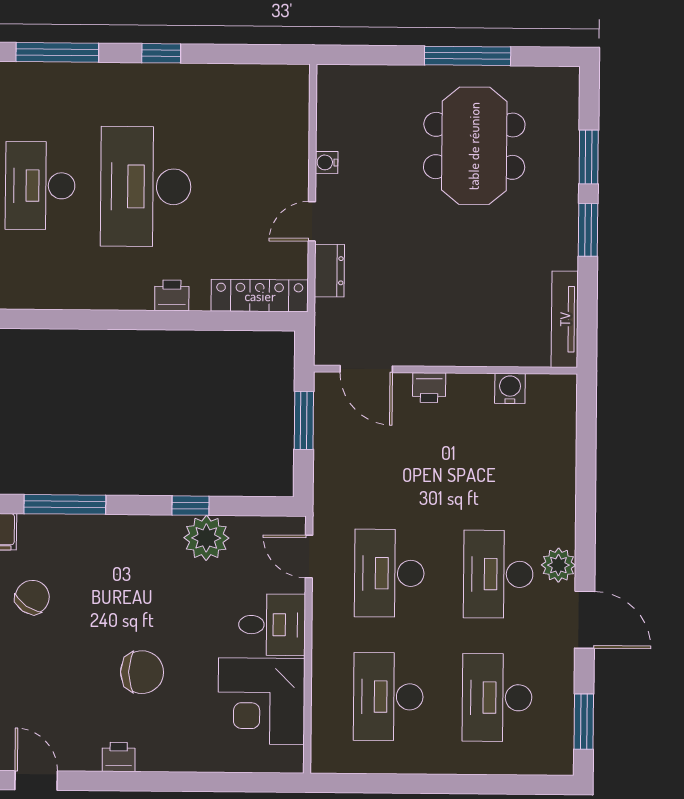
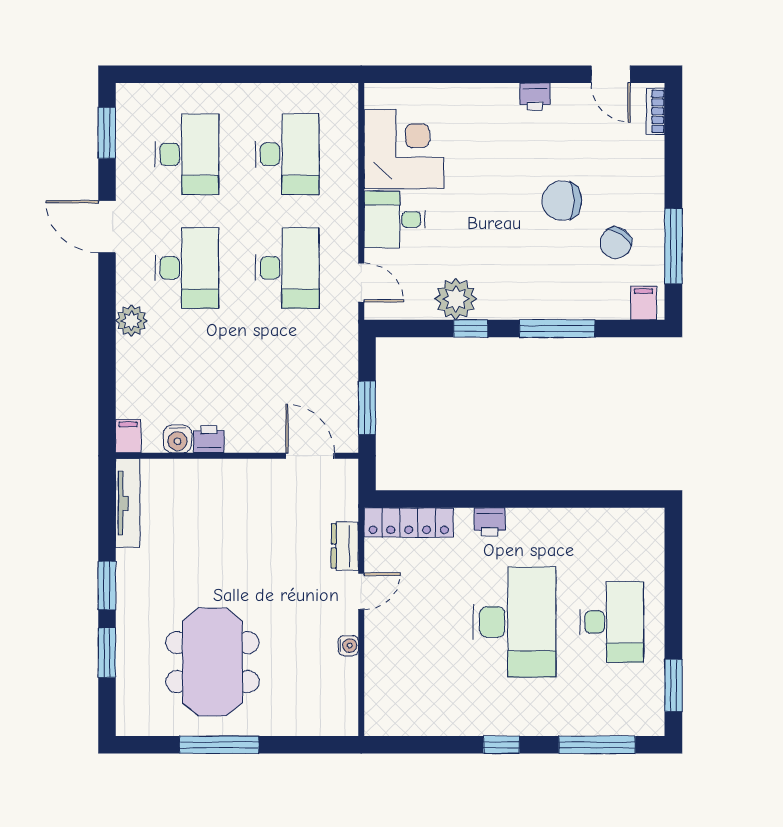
printer: (429, 388) -> (209, 439), moved
filing cabinet: (564, 392) -> (128, 436), added
window: (65, 504) -> (557, 329), moved
plant: (558, 565) -> (131, 321), moved
chair: (142, 672) -> (562, 201), moved

